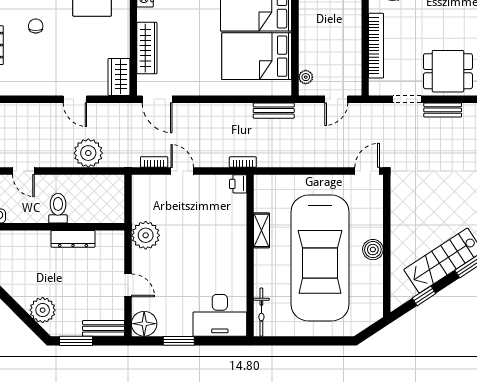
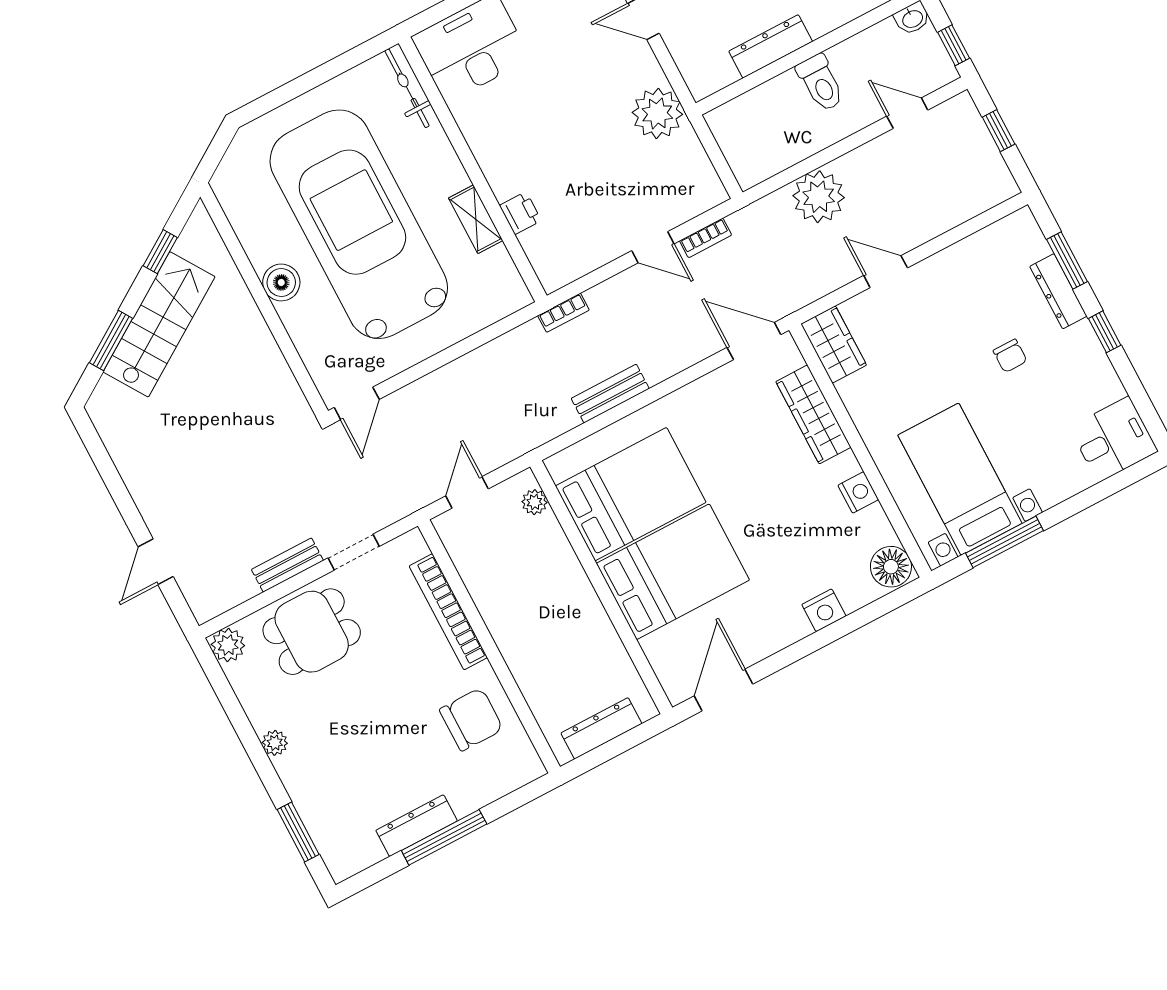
bench: (274, 111) -> (610, 394), moved
printer: (238, 184) -> (520, 213), moved

